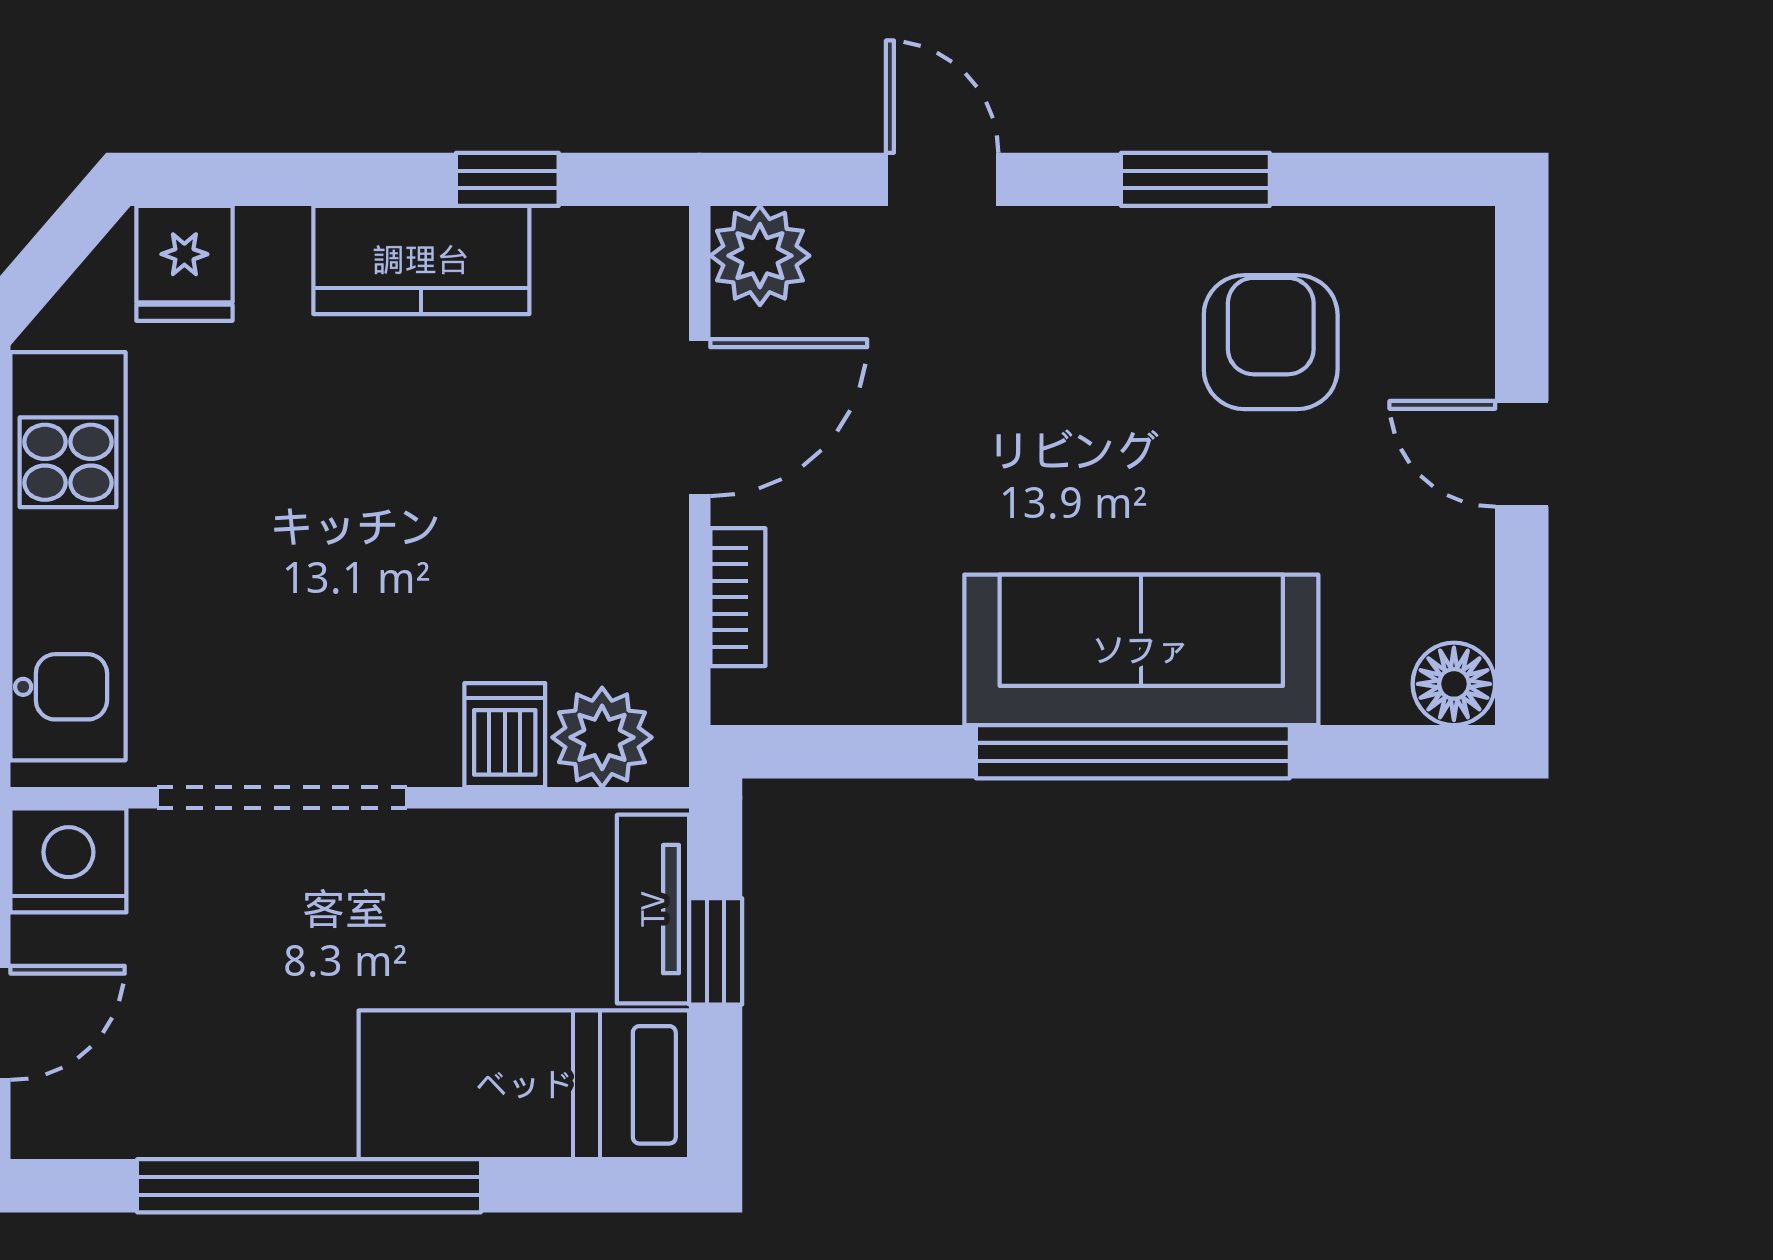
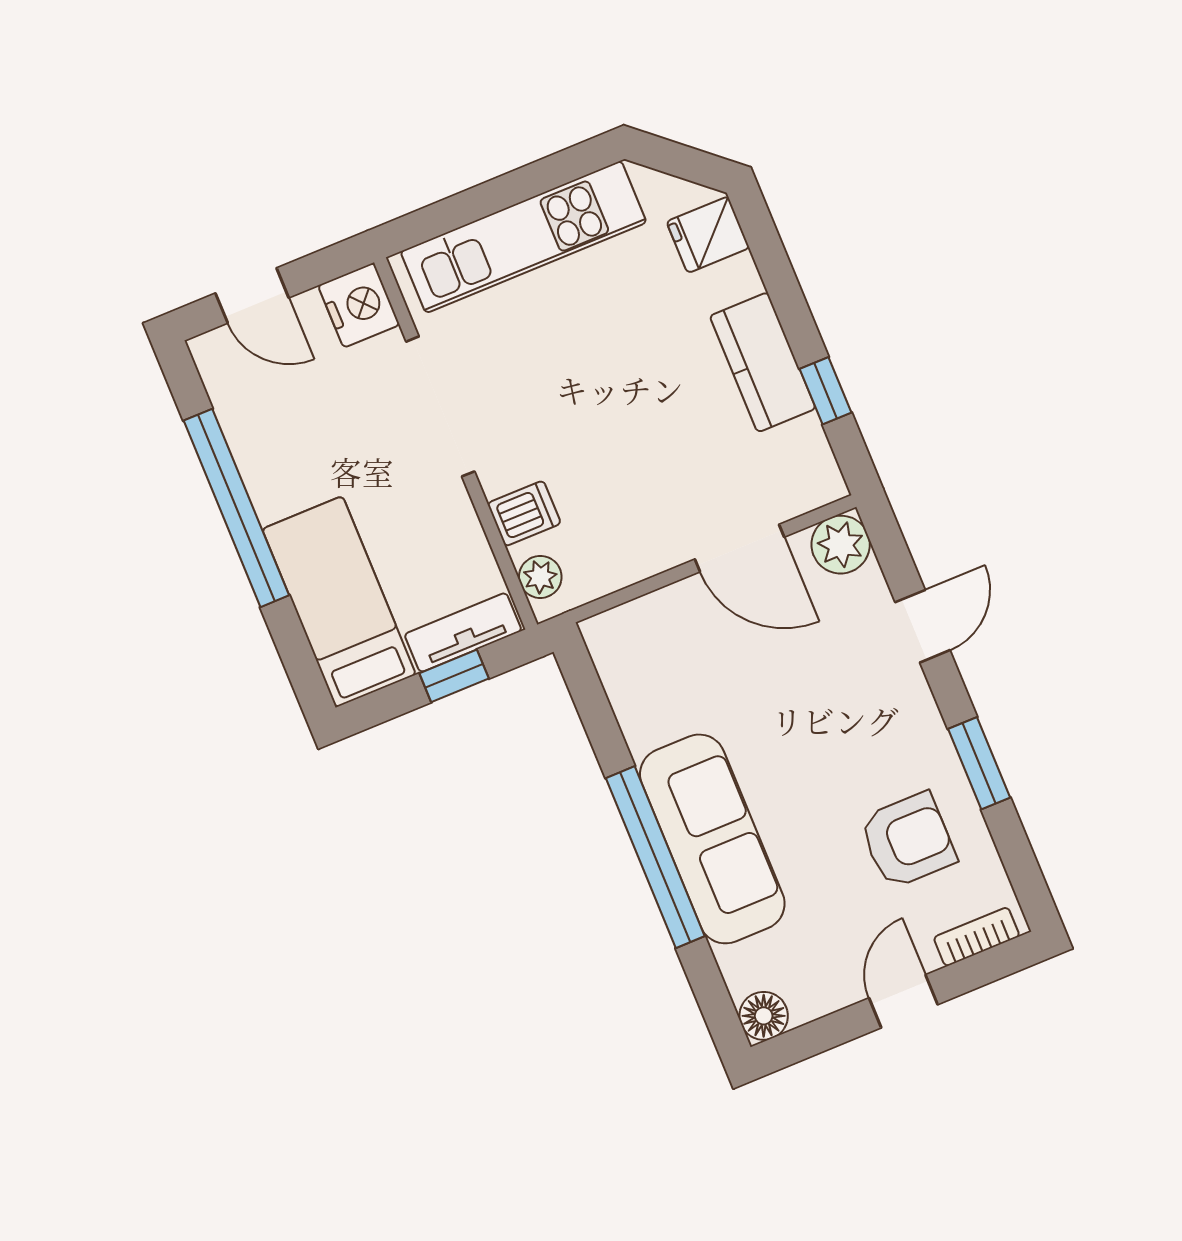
bookcase: (738, 597) -> (977, 937), moved, turned 180
plant: (602, 737) -> (540, 577), width x0.73, depth x0.73

